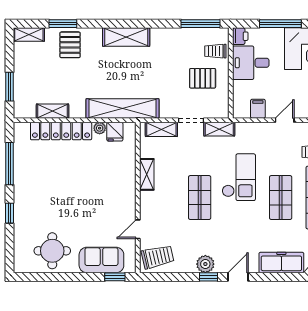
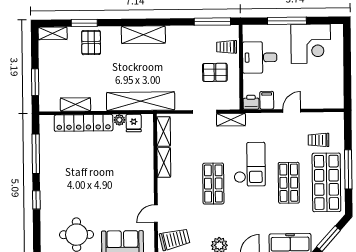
printer: (240, 36) -> (251, 102), moved, turned -90
shelving: (161, 129) -> (163, 131), moved, turned 90

